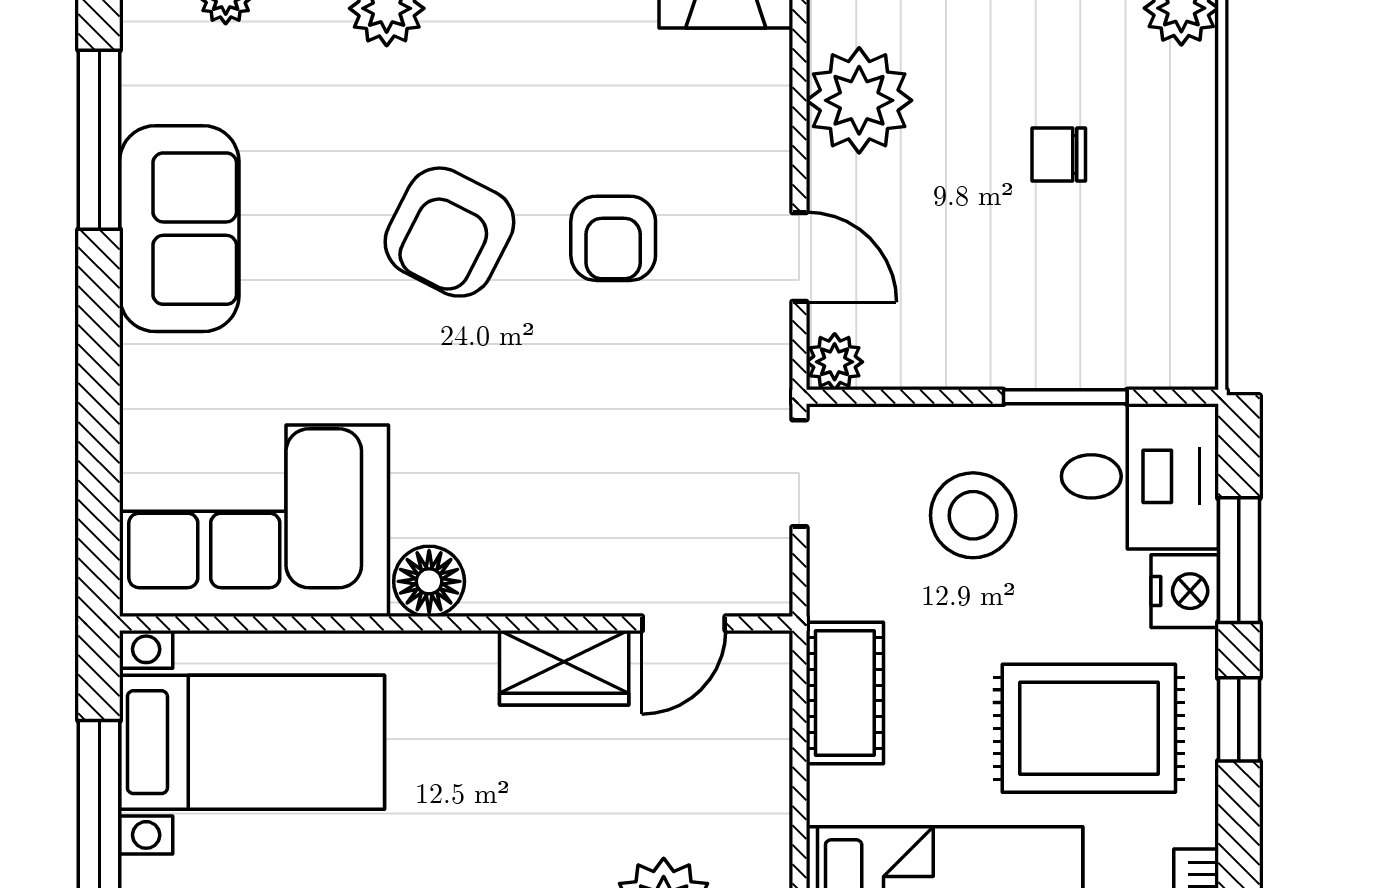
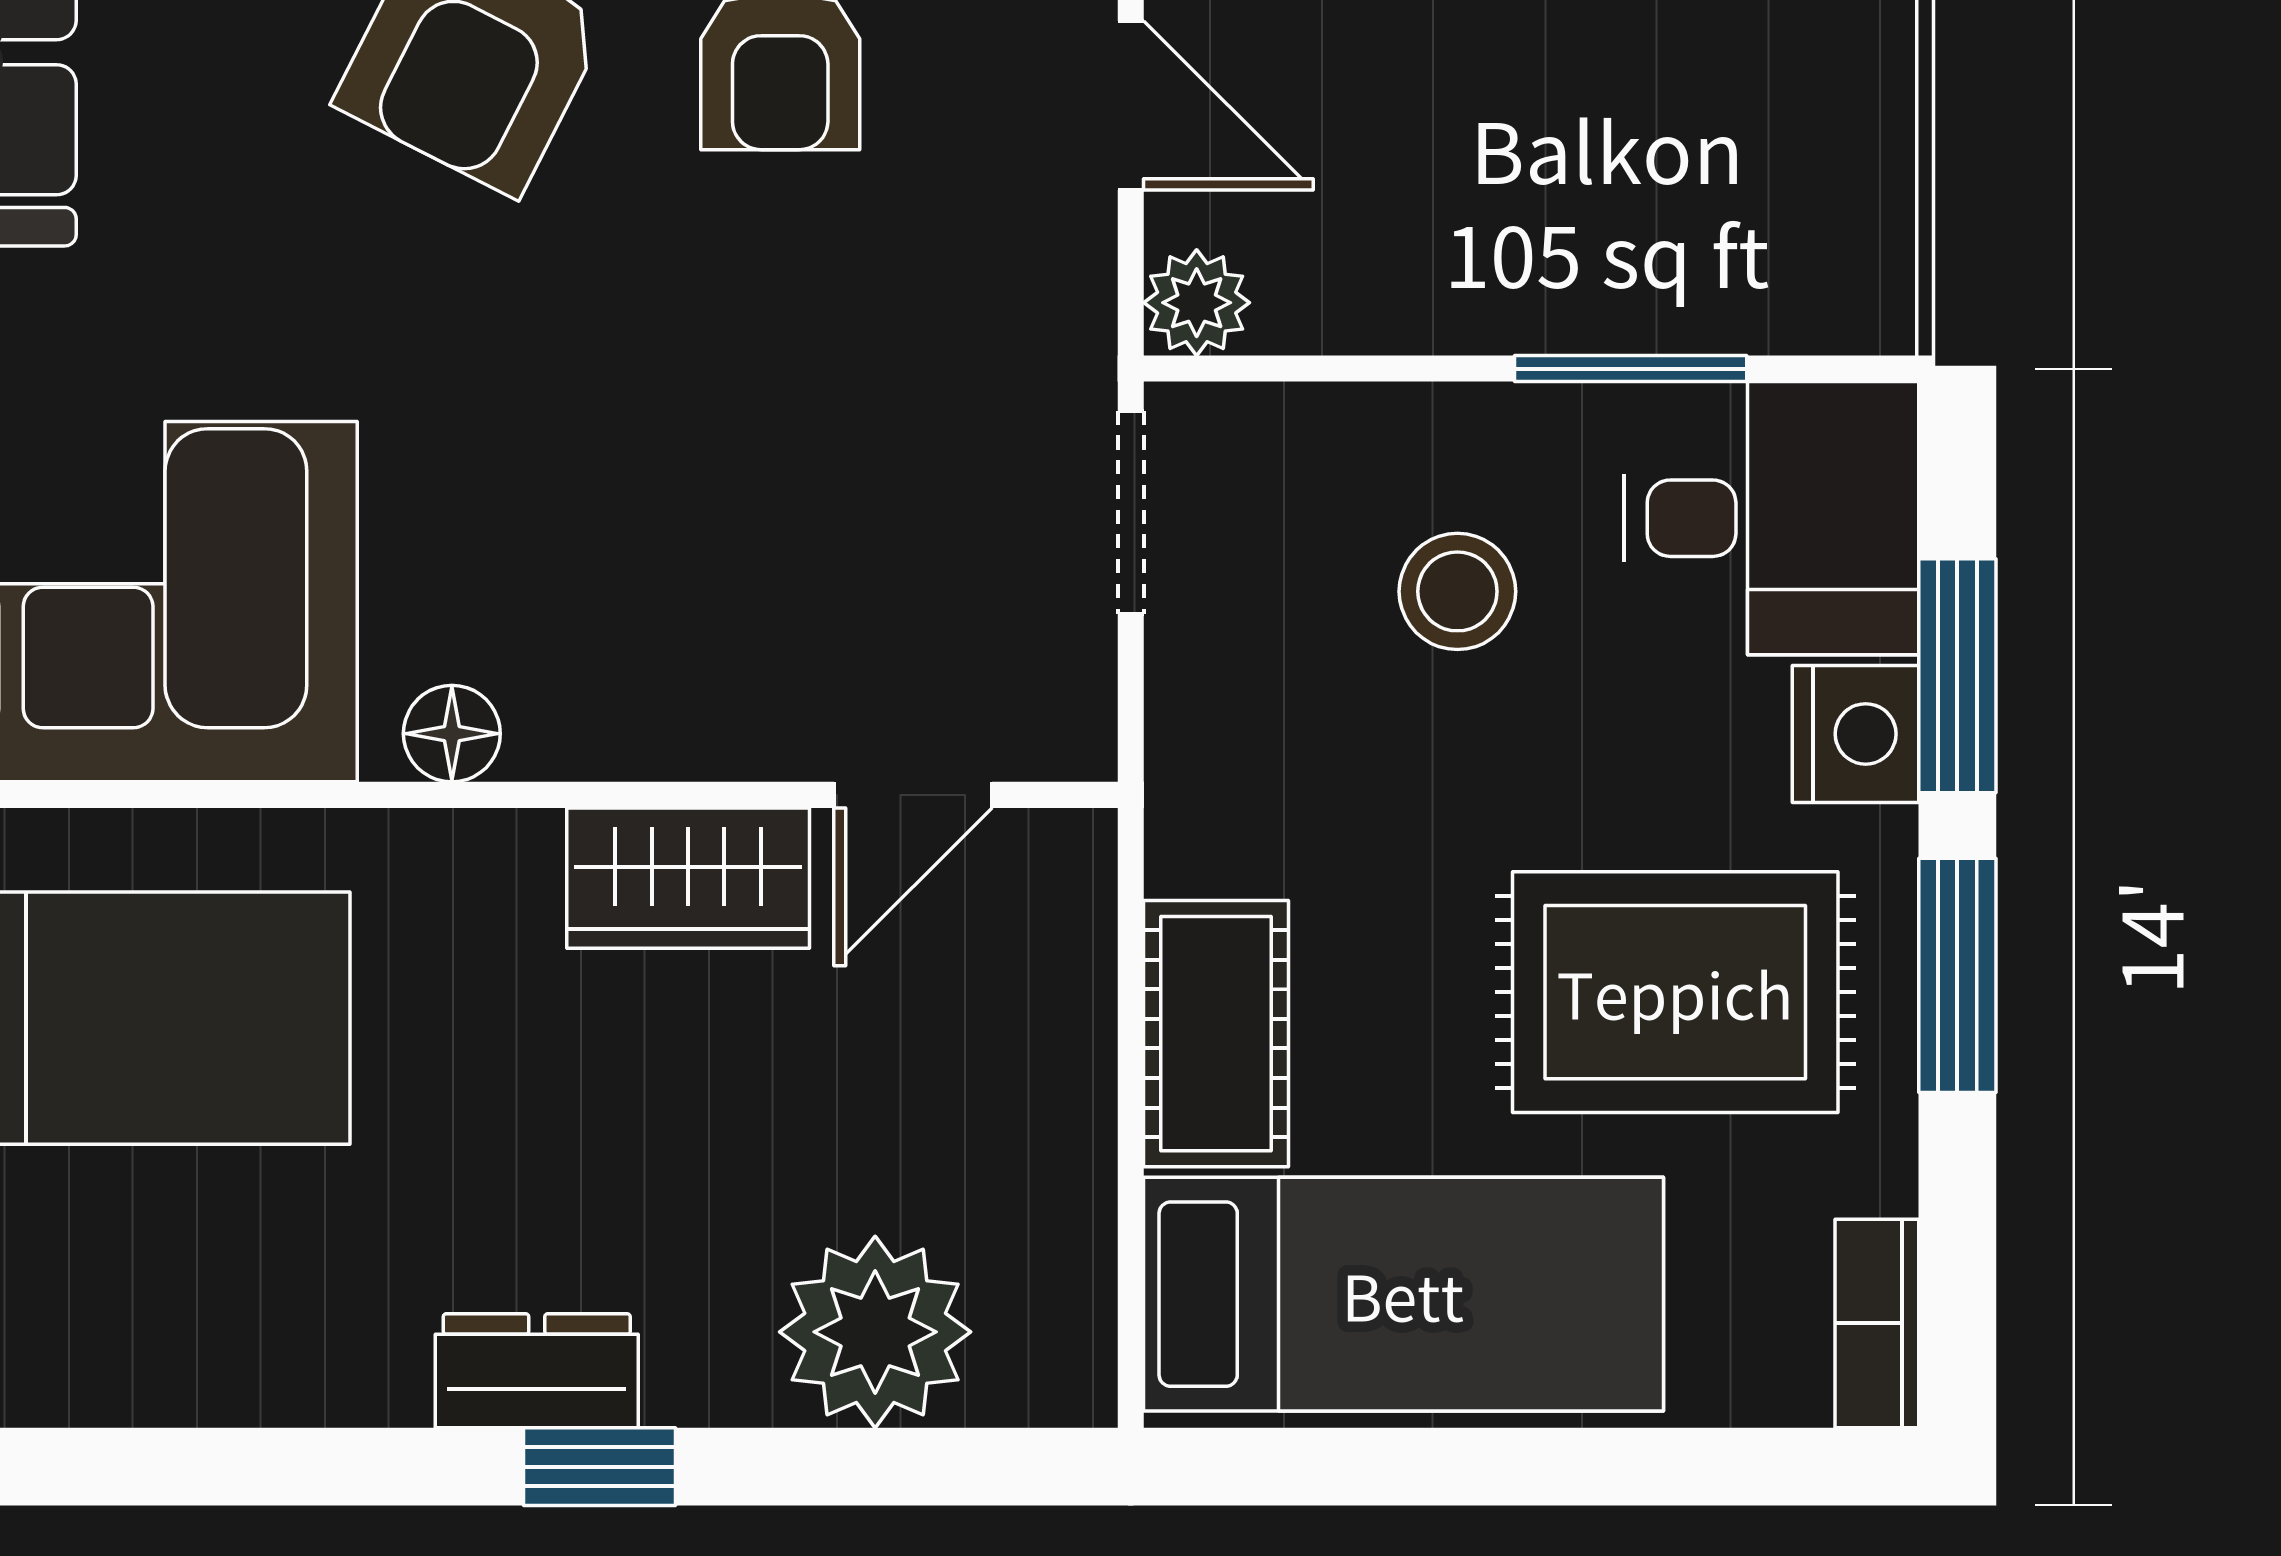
stool: (973, 515) -> (1457, 591), width x0.73, depth x0.73
floor lamp: (429, 581) -> (452, 734), width x0.73, depth x0.73
cot: (845, 693) -> (1216, 1034), moved
window: (1239, 719) -> (1957, 975), width x1.50

